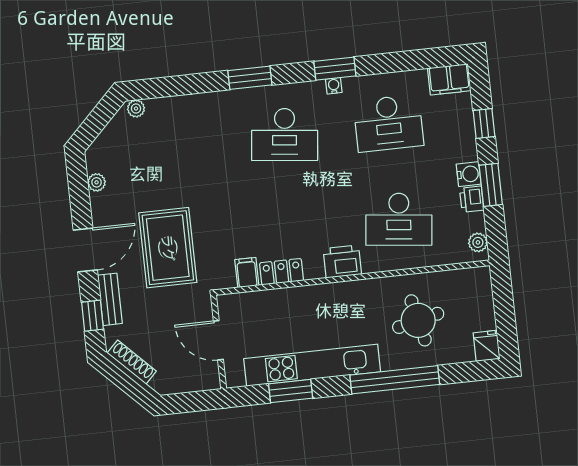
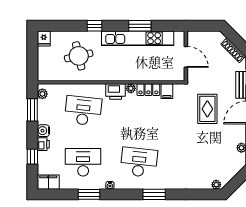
window: (335, 69) -> (89, 194), moved
window: (491, 185) -> (32, 110), moved
printer: (472, 199) -> (43, 144), moved
rug: (168, 248) -> (207, 109), width x0.73, depth x0.70
plant: (314, 271) -> (131, 88), added
window: (395, 380) -> (95, 26), width x0.32
window: (291, 391) -> (140, 26), moved

